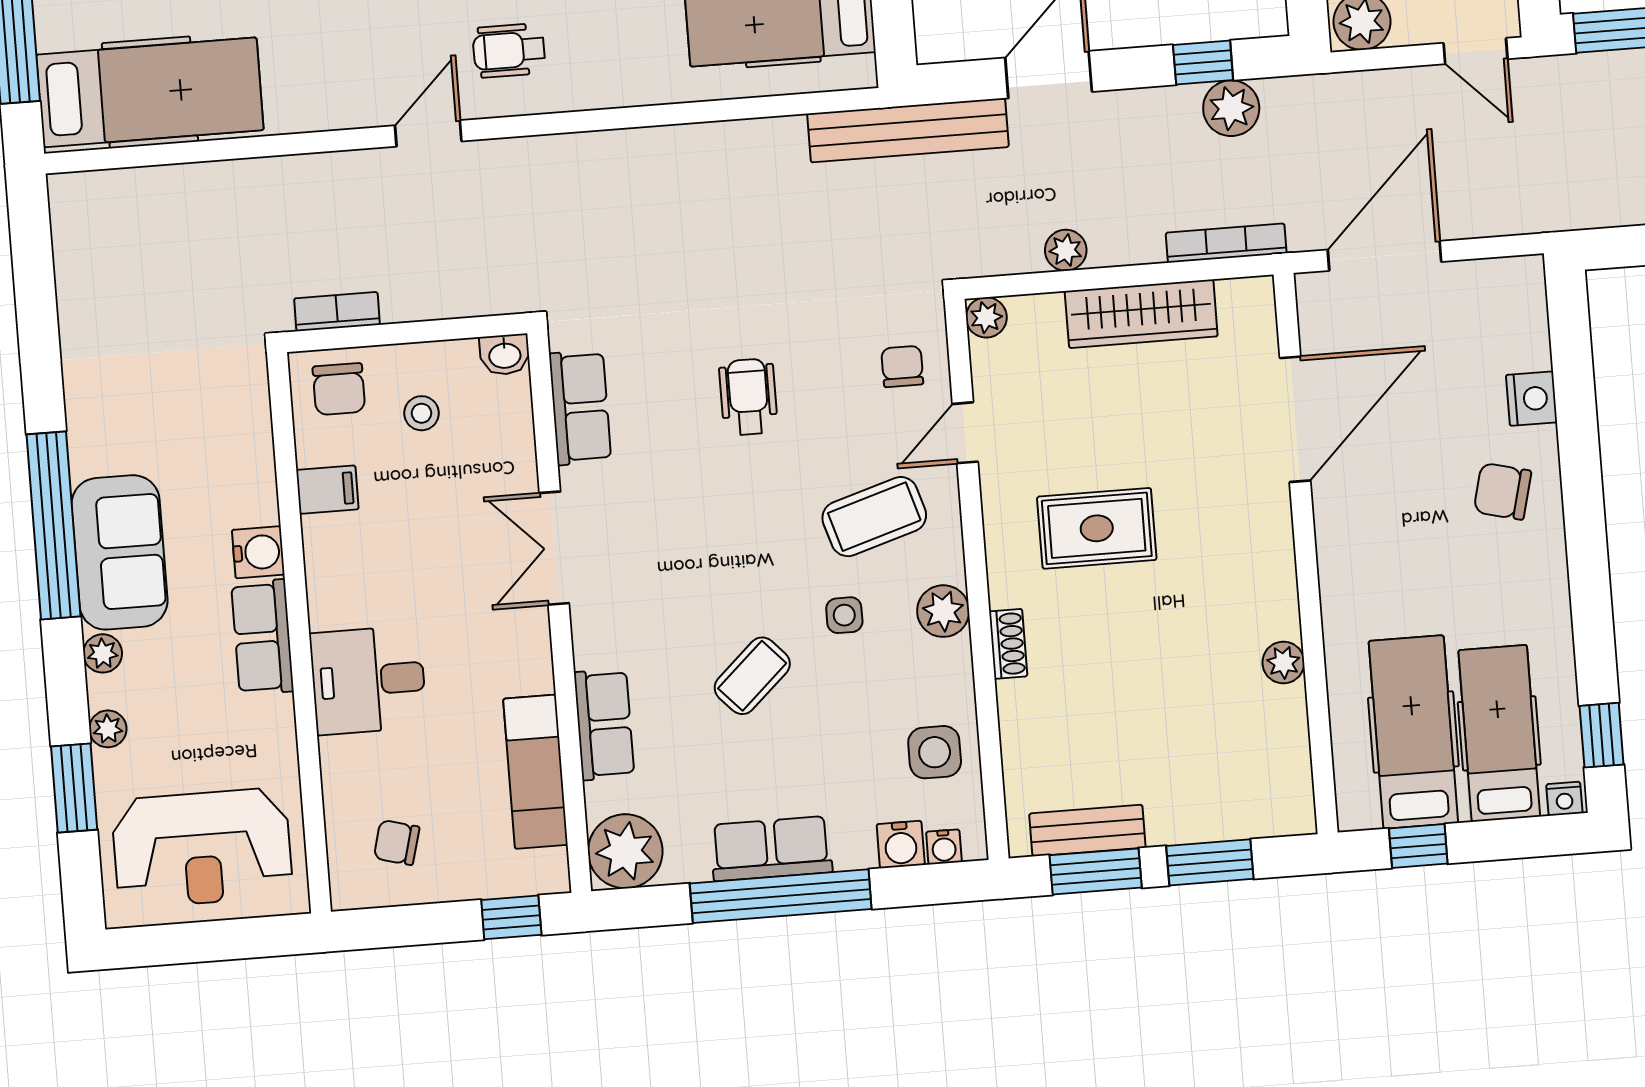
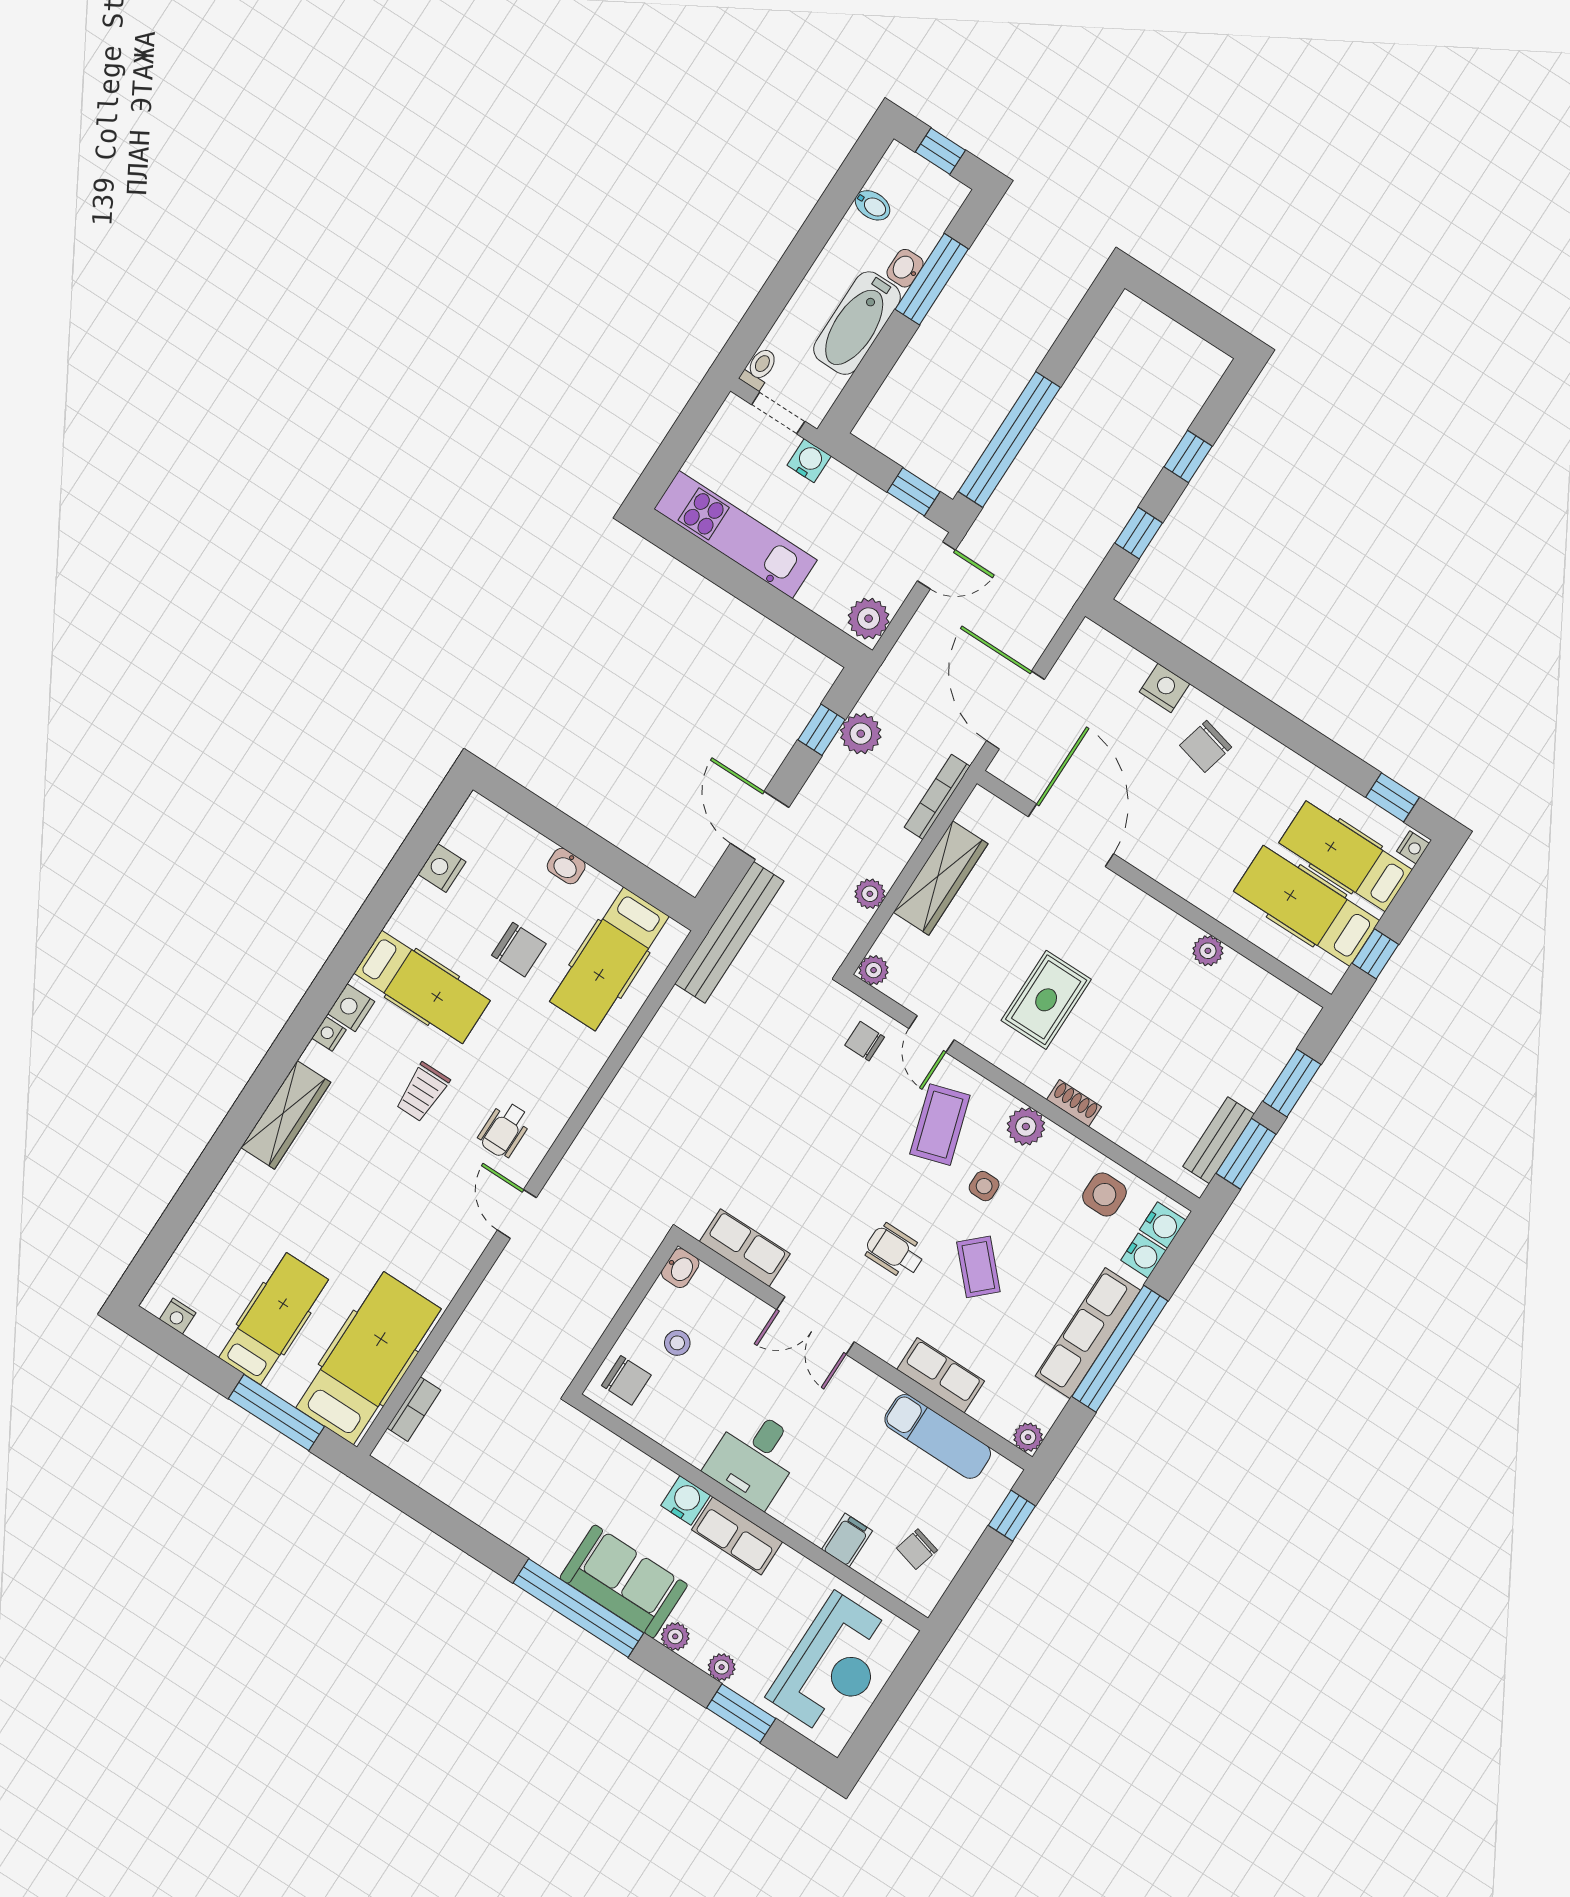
bookcase: (337, 312) -> (414, 1409), moved, turned 180
wheelchair: (748, 397) -> (895, 1251), moved
filing cabinet: (327, 490) -> (847, 1540), moved
desk: (368, 680) -> (754, 1458), moved
water cooler: (944, 847) -> (1163, 1225), width x1.38, depth x1.38
row of seats: (771, 849) -> (1088, 1333), width x1.48
plant: (625, 851) -> (1028, 1437), width x0.53, depth x0.53

